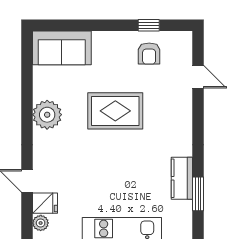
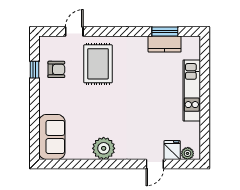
rug: (115, 111) -> (98, 64), moved
kitchen counter: (182, 178) -> (165, 44), moved

